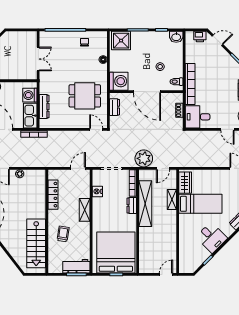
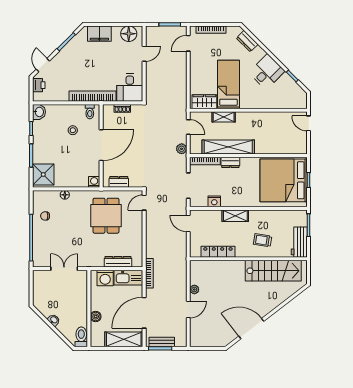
washing machine: (119, 81) -> (94, 182), width x0.53, depth x0.53
plant: (144, 158) -> (182, 149), width x0.53, depth x0.53
workbench: (76, 266) -> (299, 242), moved

